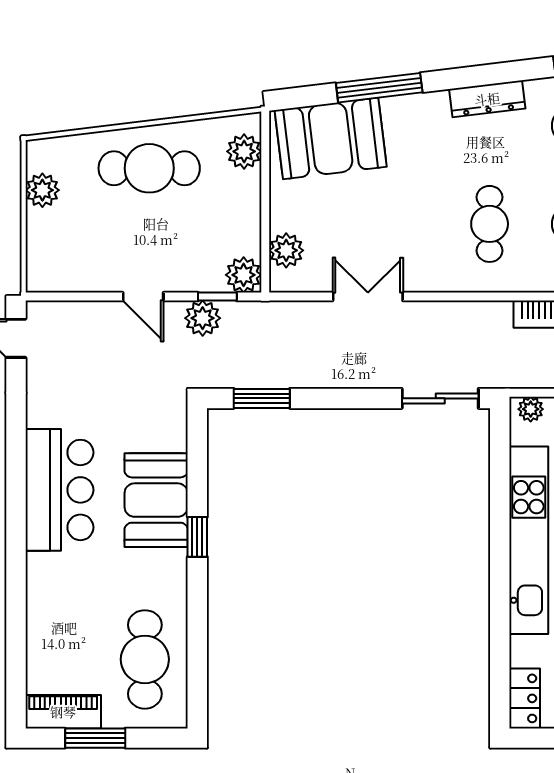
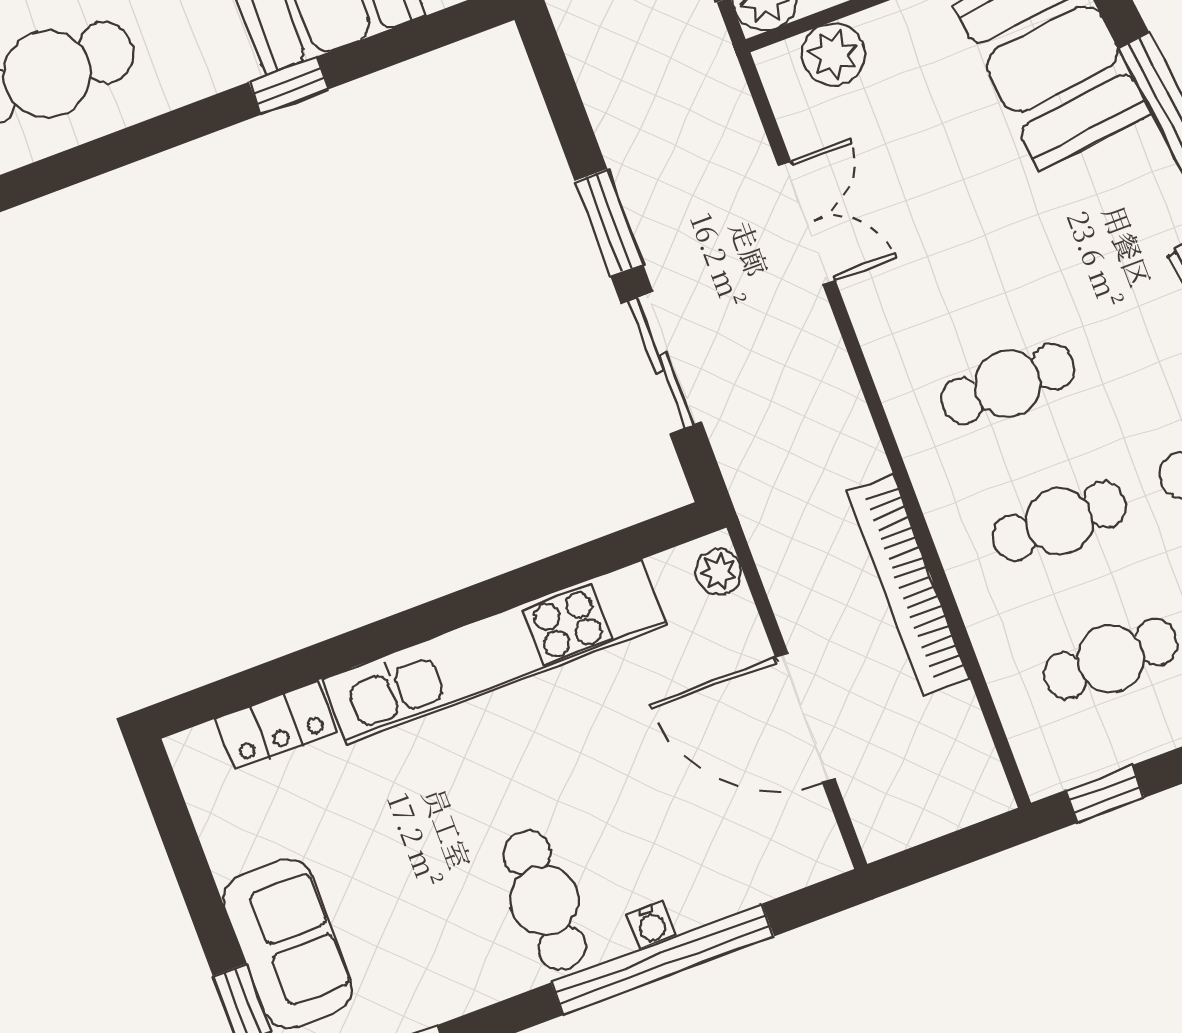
window: (262, 398) -> (609, 223), moved
sliding door: (440, 398) -> (661, 363), moved
locker: (525, 698) -> (276, 725), moved

